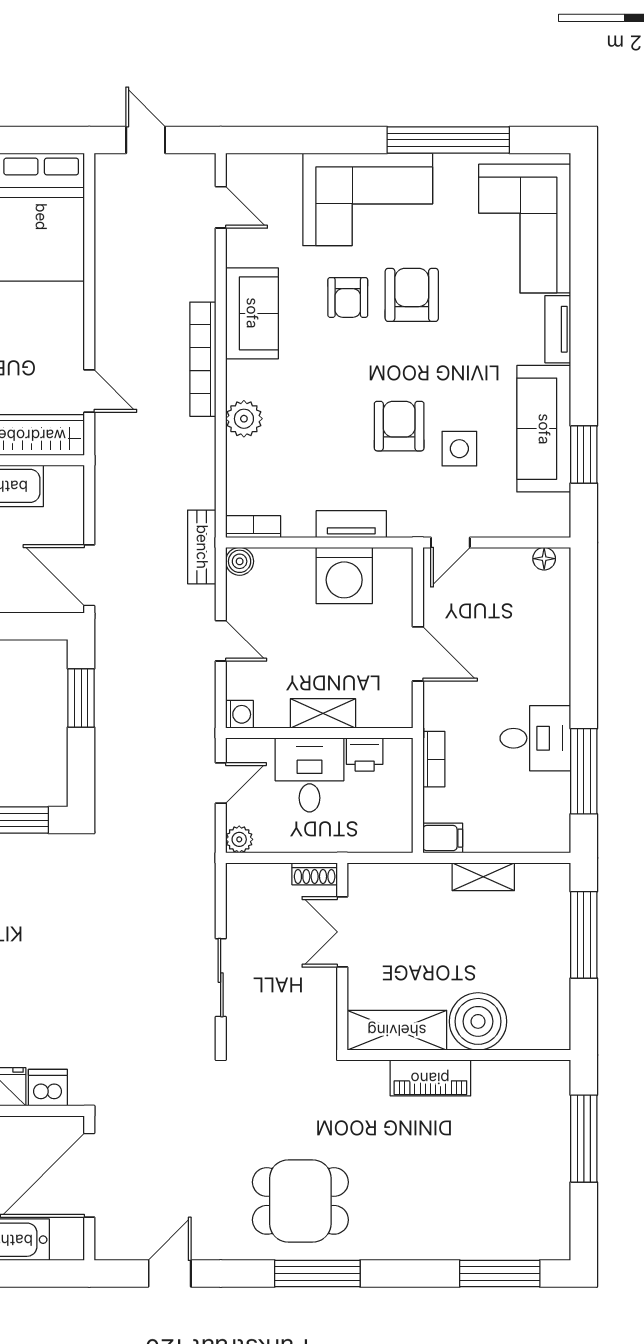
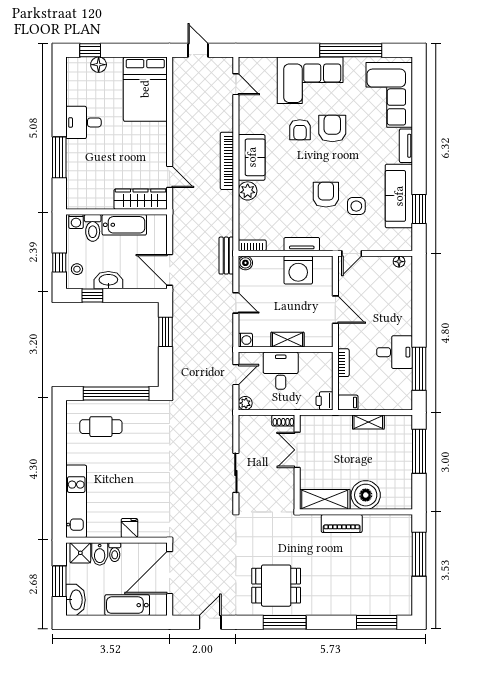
sofa: (252, 313) -> (252, 157), moved
printer: (365, 754) -> (325, 401), moved, turned 90
dishwasher: (48, 1088) -> (149, 528), removed

